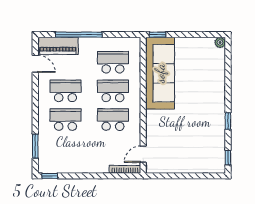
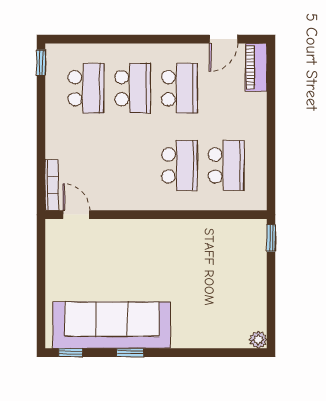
window: (79, 35) -> (271, 110), removed
piano: (58, 46) -> (256, 67), width x0.73, depth x0.75
sofa: (160, 73) -> (112, 325), moved, turned 180
school desk: (113, 120) -> (86, 88), moved
window: (35, 146) -> (90, 39), removed

